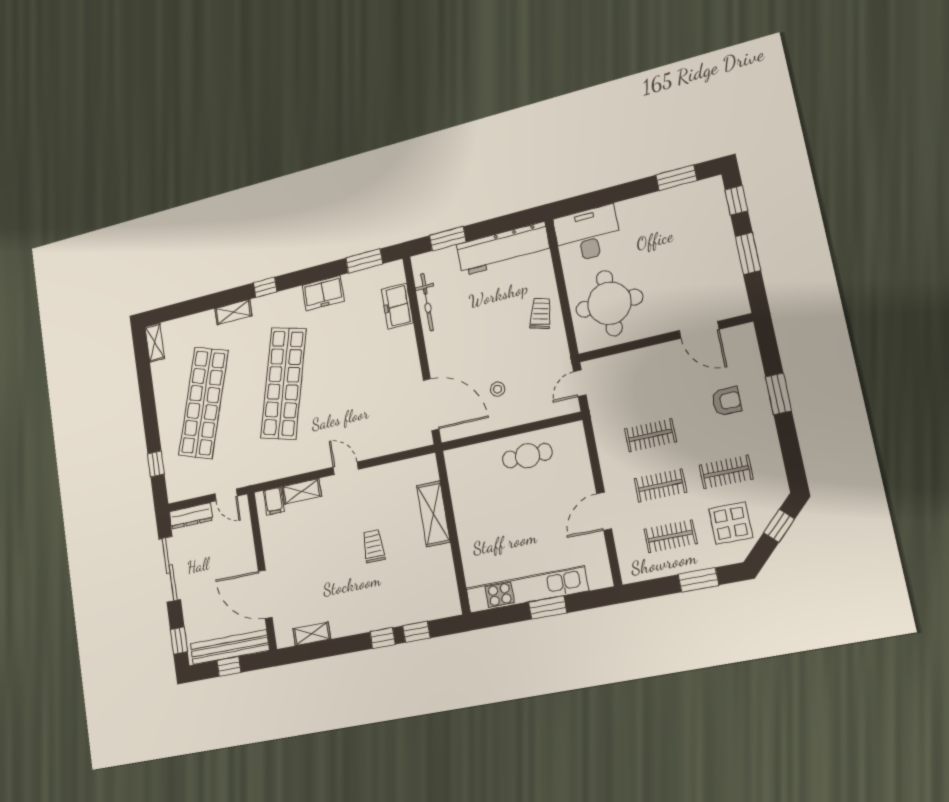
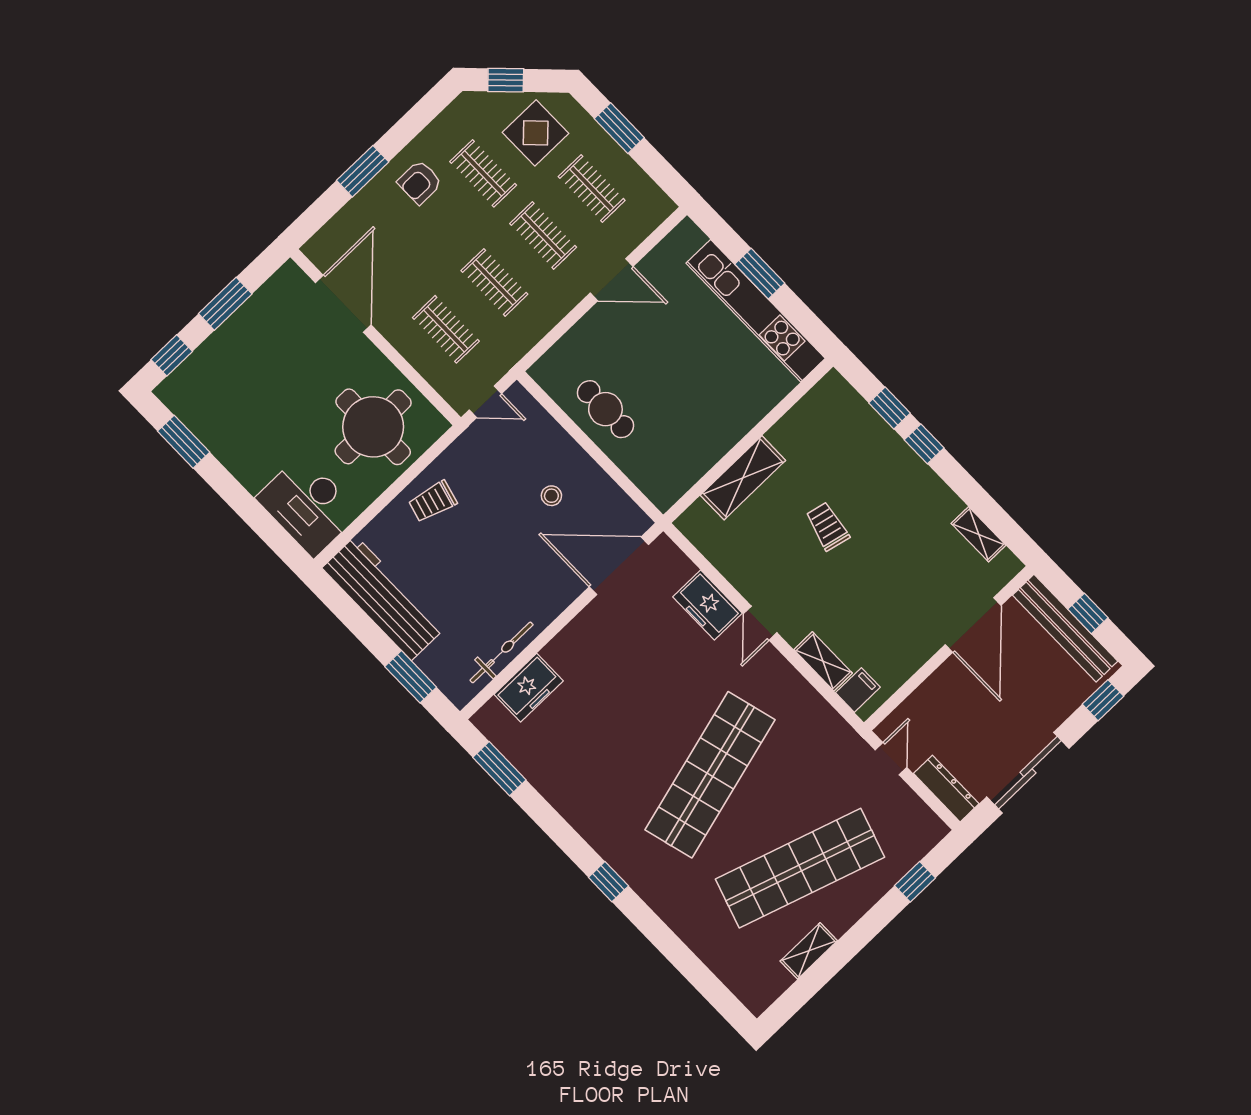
freezer: (323, 293) -> (707, 605), moved, turned 180
shelving: (233, 312) -> (665, 905), removed
door: (699, 330) -> (343, 304), width x1.36
shelving: (155, 343) -> (809, 951), moved
shop shelf: (284, 383) -> (710, 775), turned -30
clothes rail: (641, 386) -> (446, 329), added
armchair: (726, 401) -> (420, 182), moved, turned -90
door: (431, 404) -> (619, 566), hinge flipped
trolley: (373, 546) -> (827, 526), turned 103

